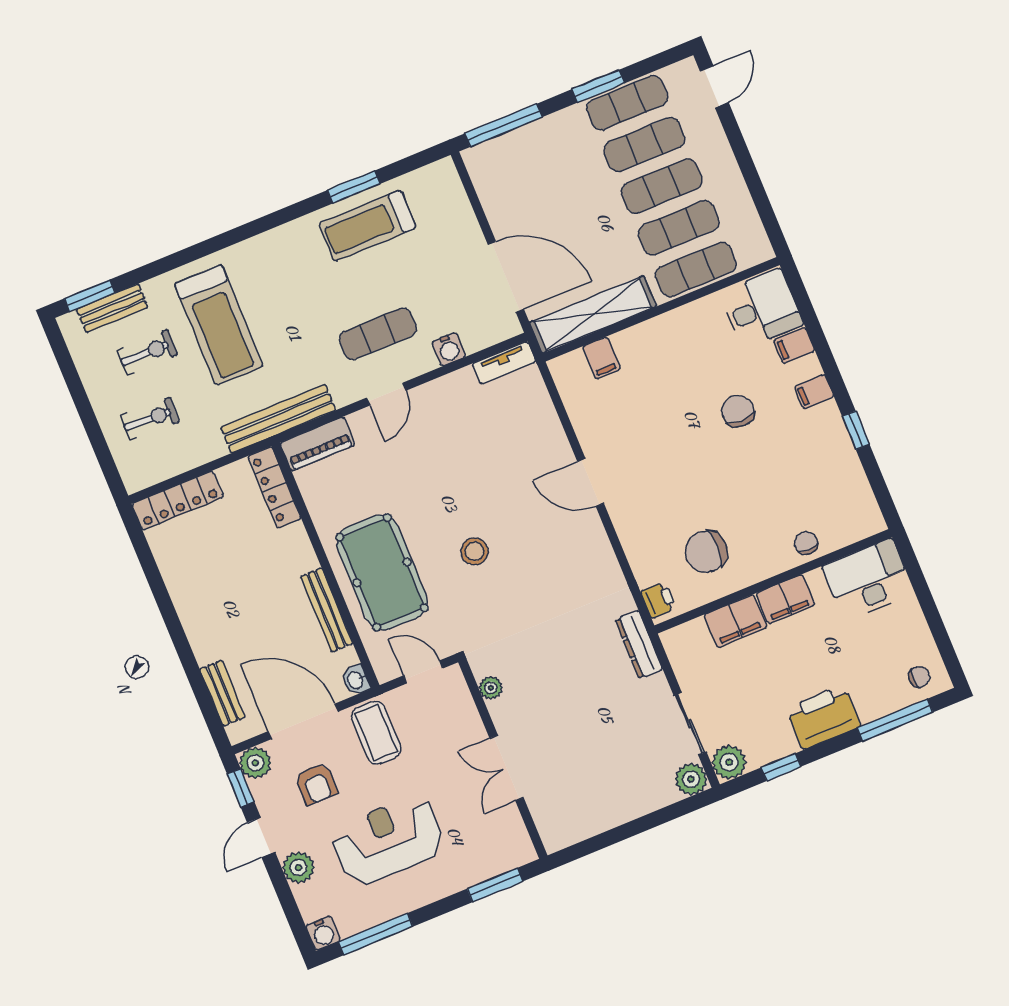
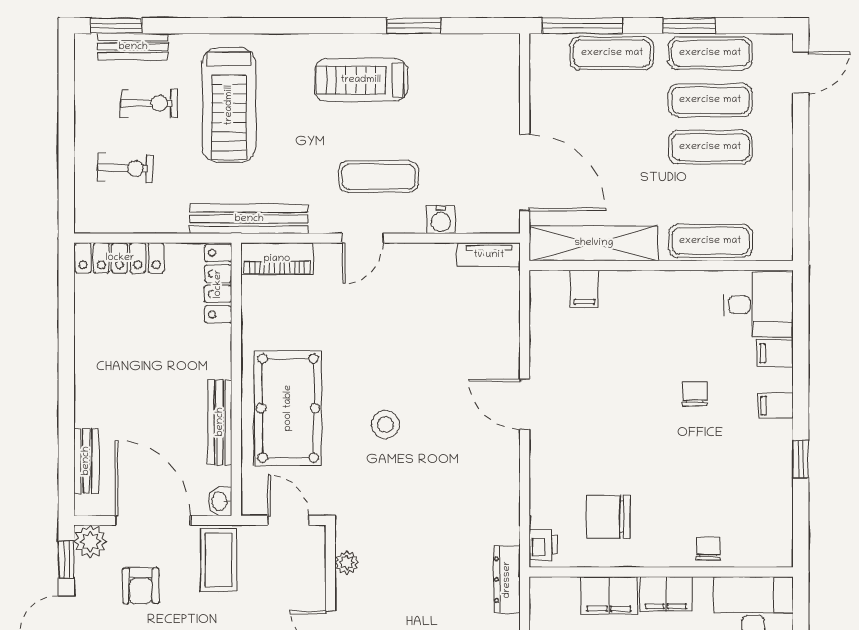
treadmill: (367, 226) -> (361, 80), moved
exercise mat: (679, 228) -> (612, 53), moved
chair: (738, 411) -> (695, 394), width x0.73, depth x0.73

